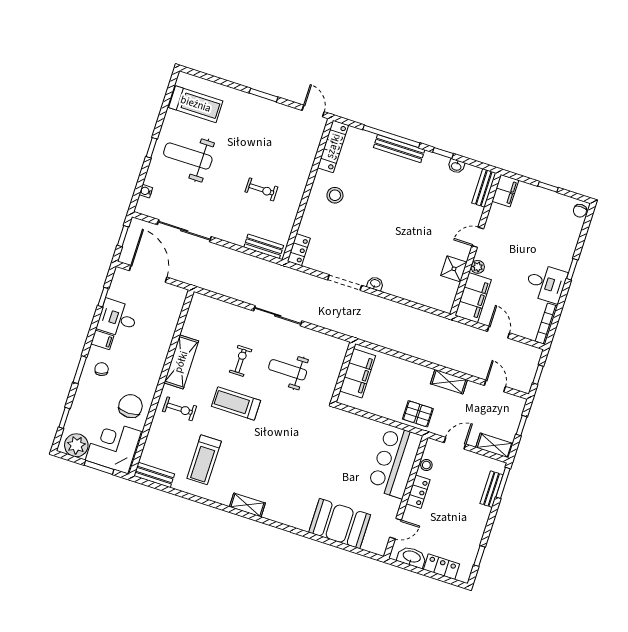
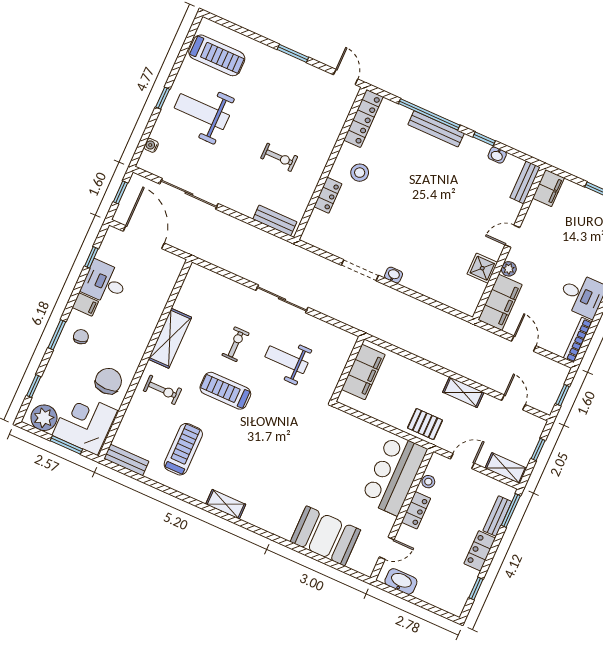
locker: (299, 250) -> (328, 195), moved
treadmill: (204, 460) -> (183, 449), turned 180
locker: (441, 567) -> (480, 551), moved, turned -90

